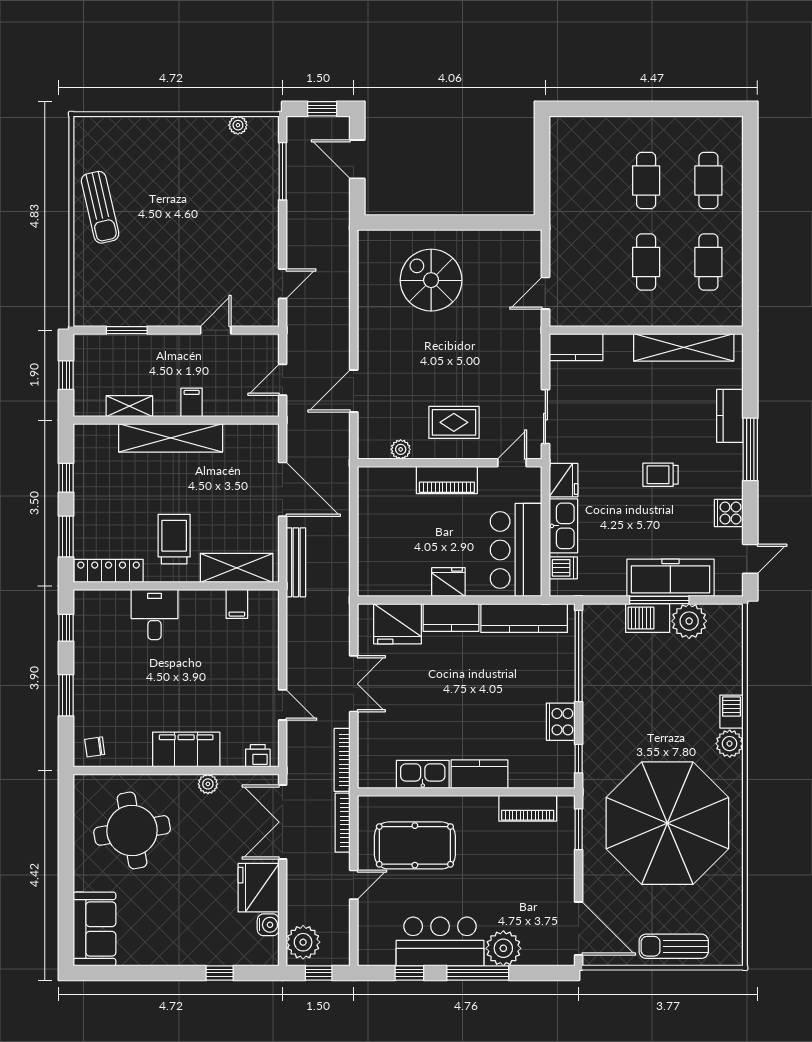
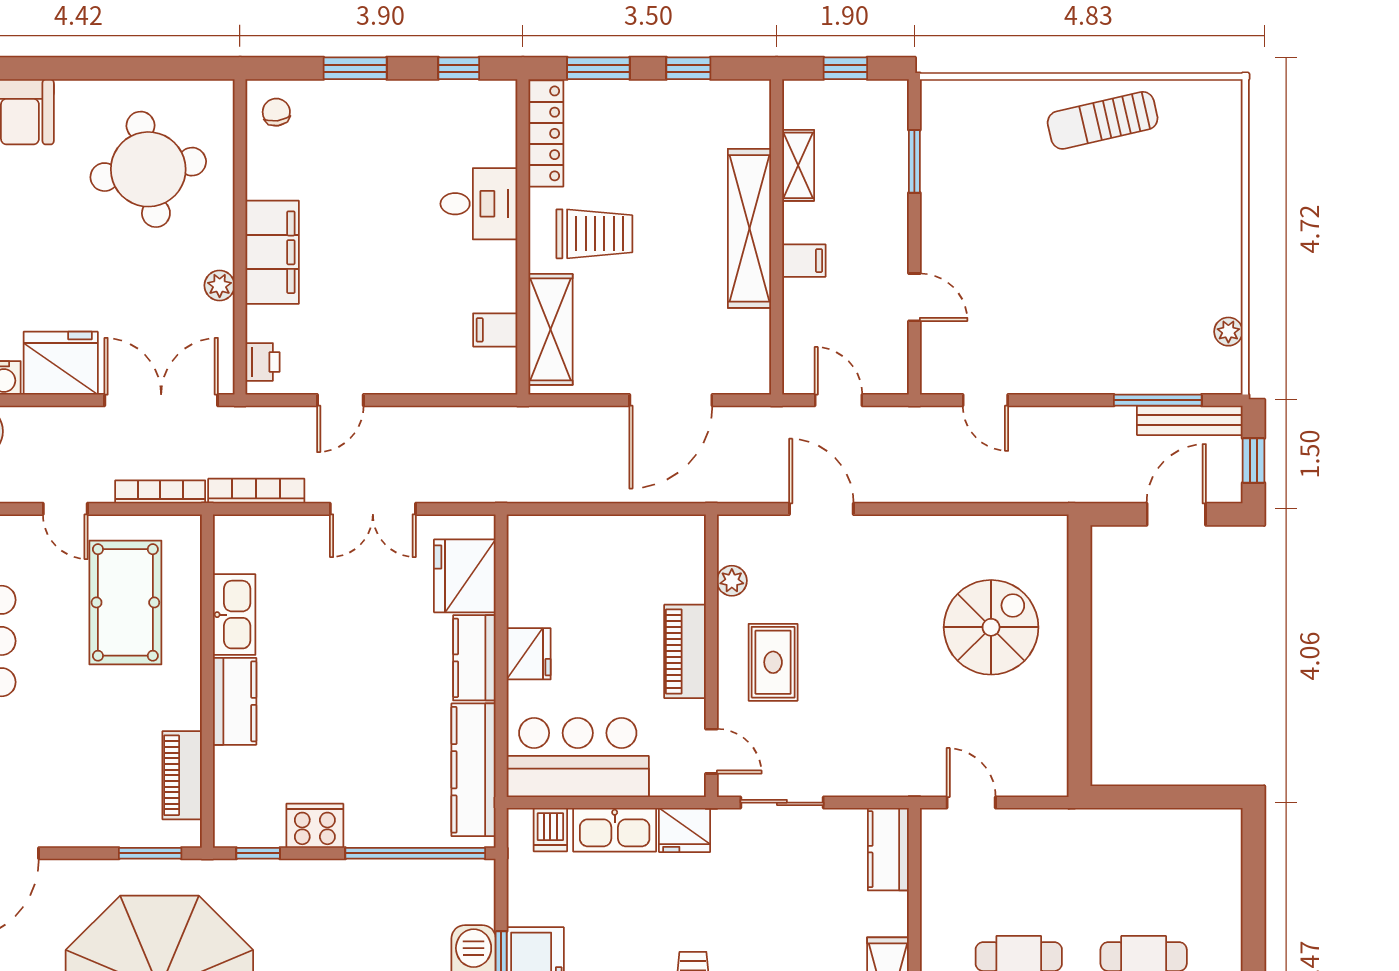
bench: (296, 562) -> (1190, 420), moved

